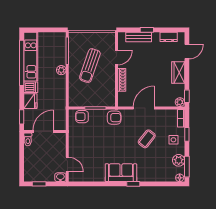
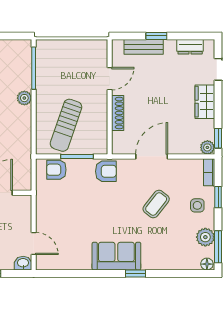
sun lounger: (90, 66) -> (66, 125), moved

